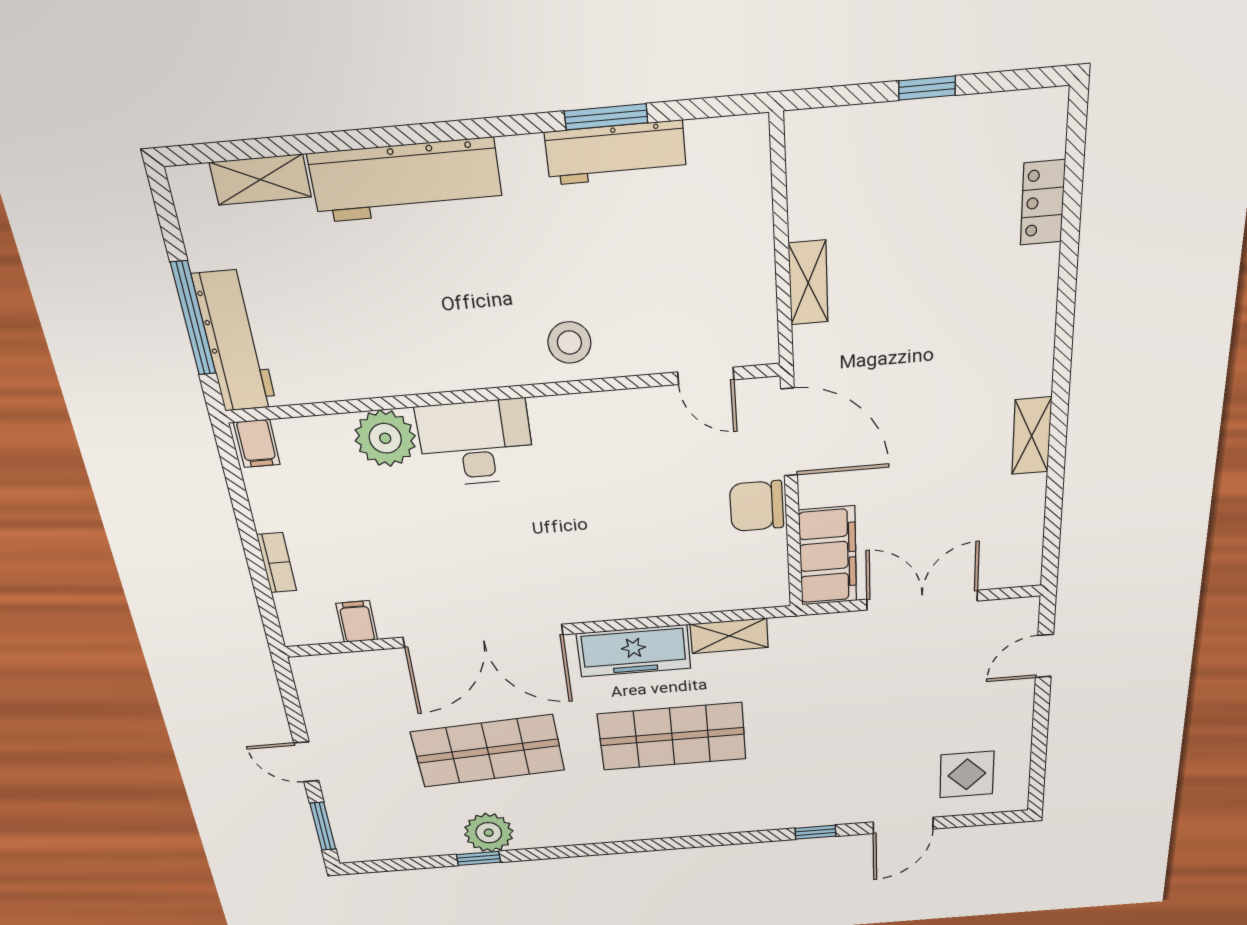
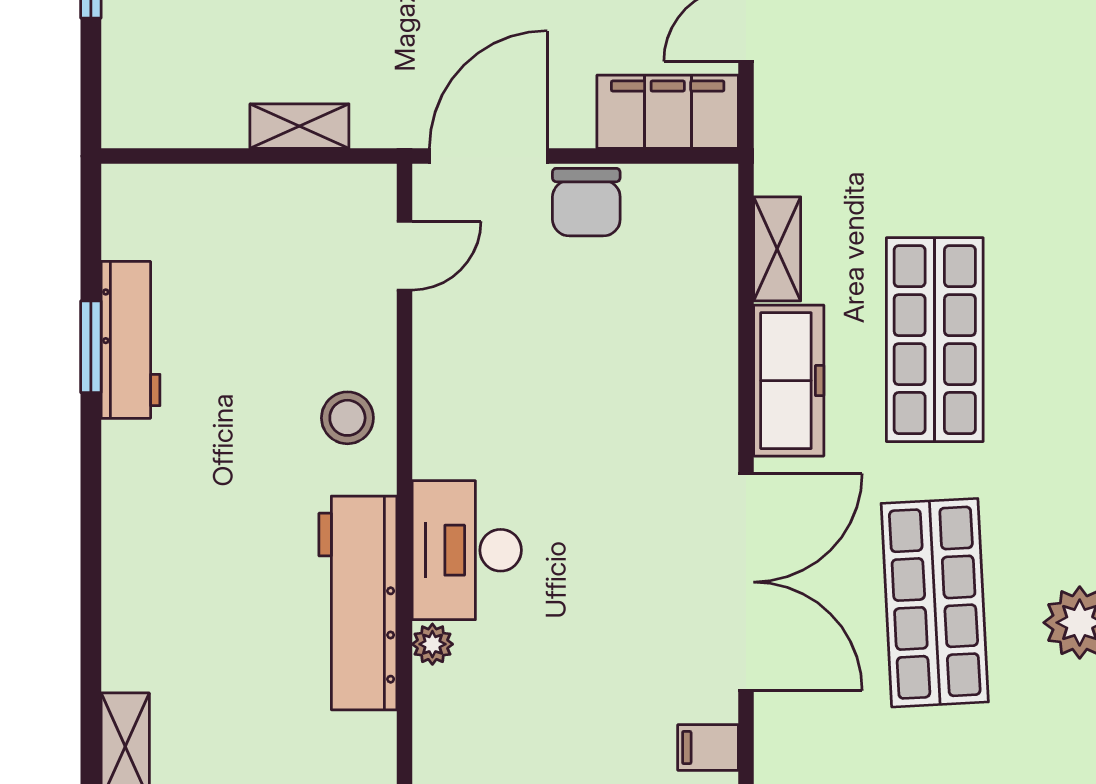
workbench: (406, 180) -> (358, 603), moved, turned 180
plant: (385, 438) -> (432, 644), width x0.53, depth x0.53

